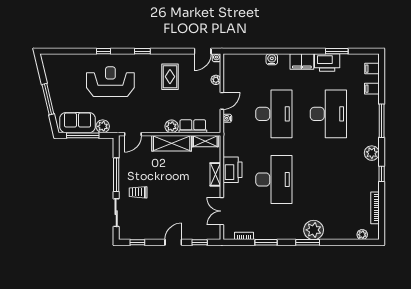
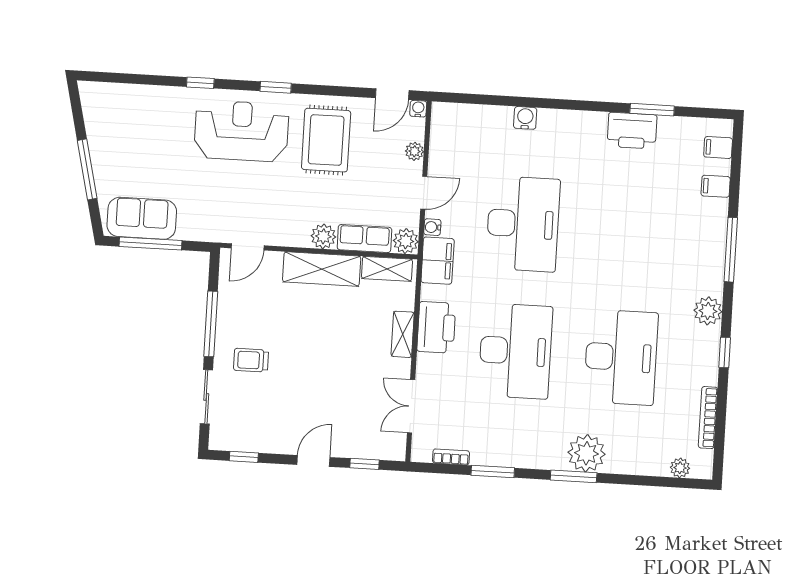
filing cabinet: (302, 61) -> (438, 261), moved, turned -90
rug: (170, 77) -> (326, 140), width x1.36, depth x1.43
reception desk: (110, 82) -> (241, 131), moved
desk: (328, 114) -> (621, 357), moved
plant: (103, 126) -> (406, 241), moved

